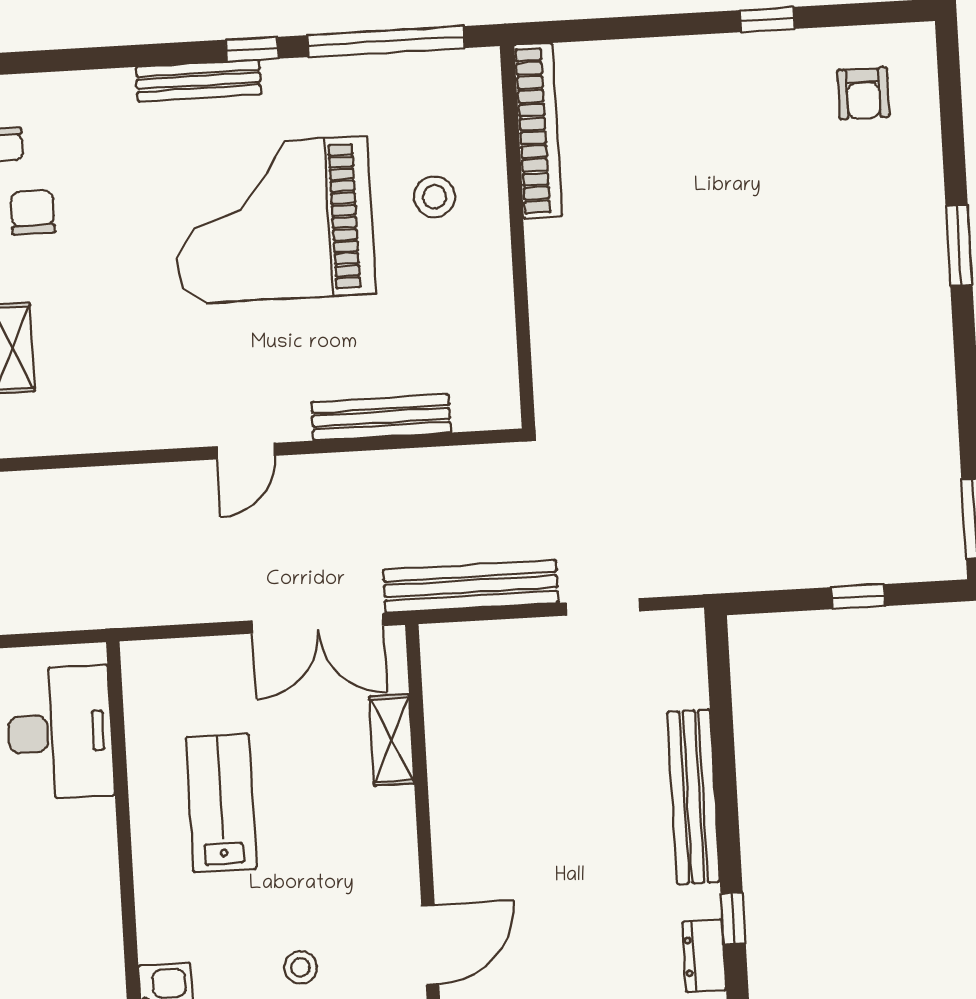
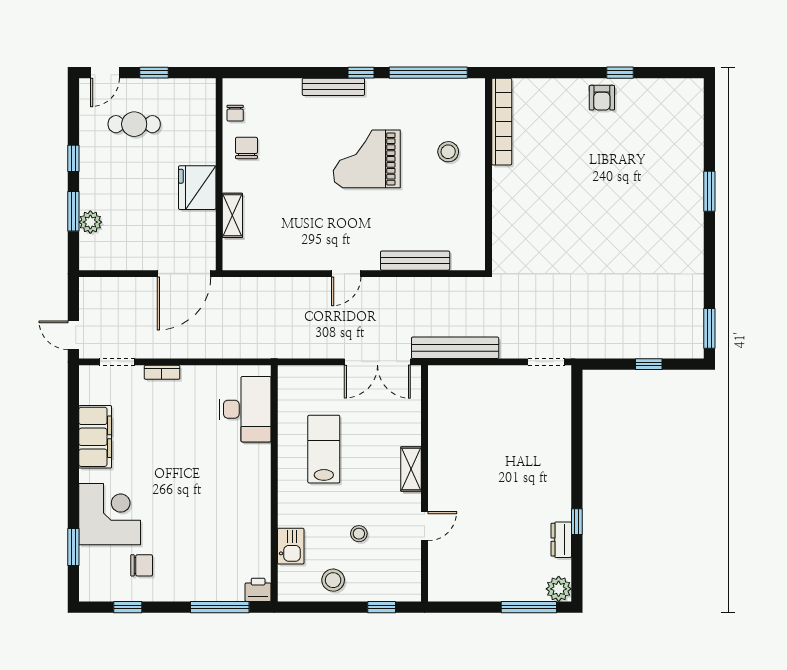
armchair: (863, 93) -> (602, 98), moved
grand piano: (273, 220) -> (367, 159), width x0.73, depth x0.68
doorway: (603, 607) -> (546, 362), moved
shelving: (392, 740) -> (411, 469), moved
bench: (694, 797) -> (561, 460), removed
door: (430, 945) -> (424, 526), width x0.73

